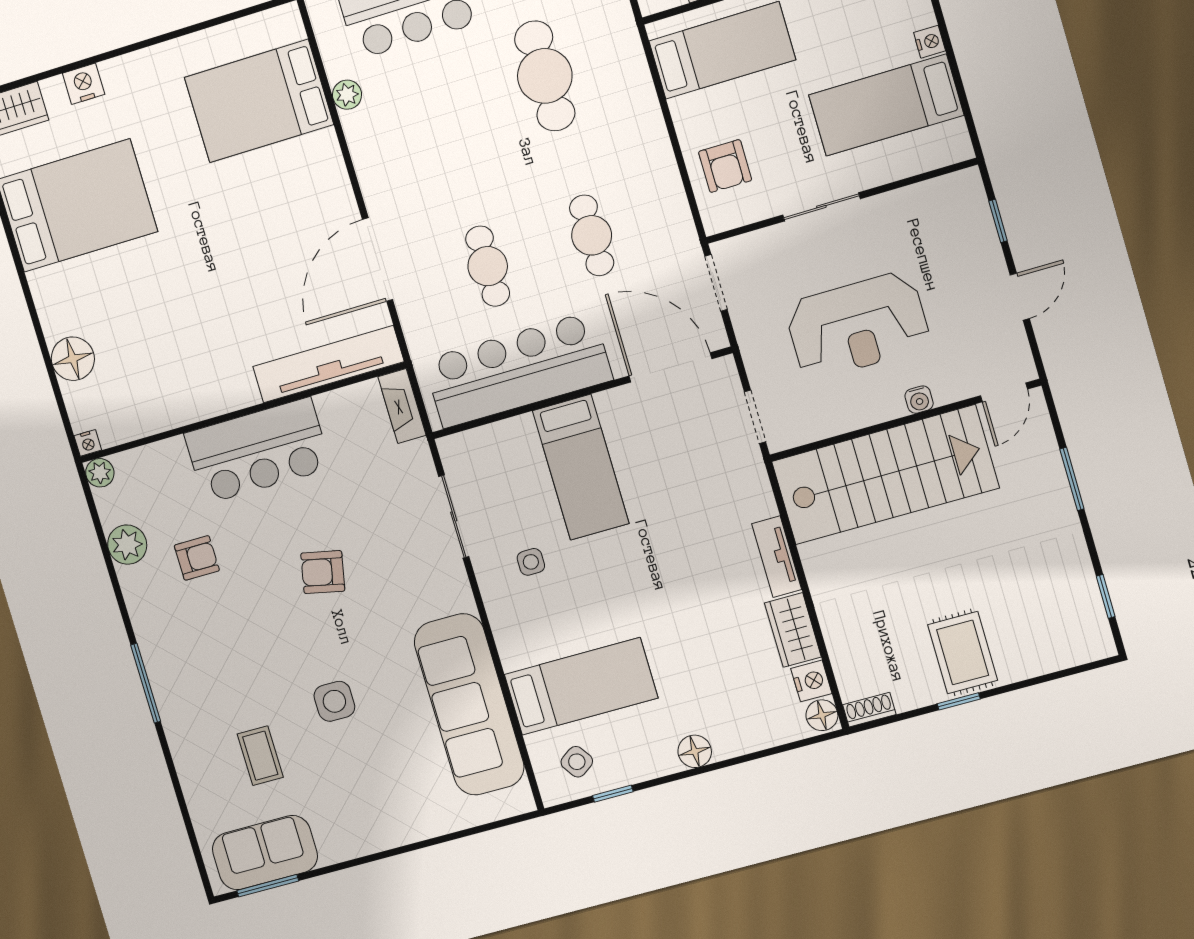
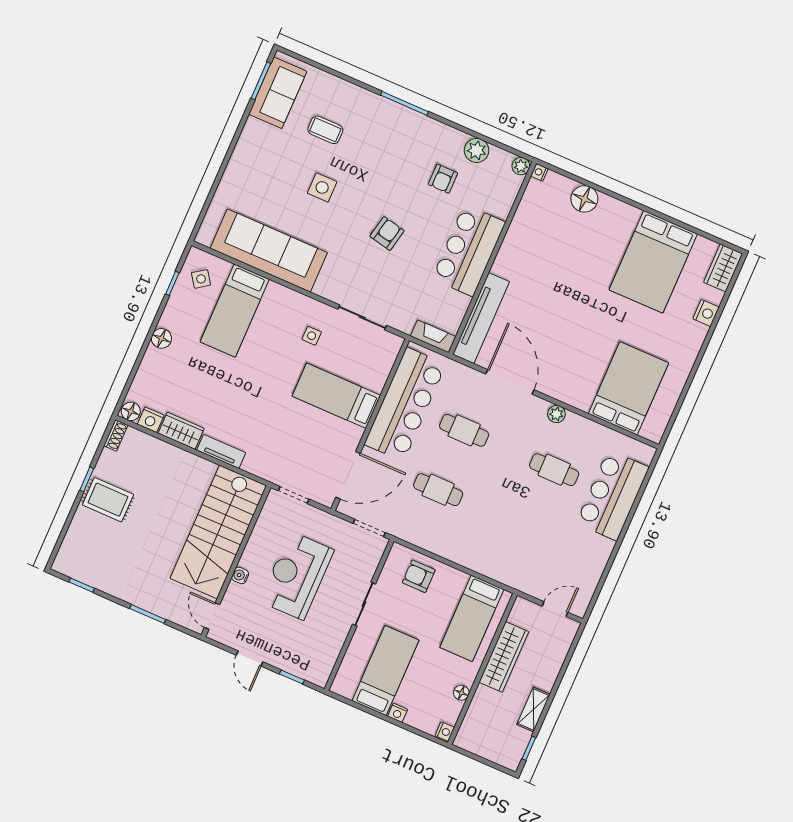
cafe table: (545, 76) -> (554, 470), moved, width x0.73, depth x0.74
plant: (347, 95) -> (556, 414), moved

